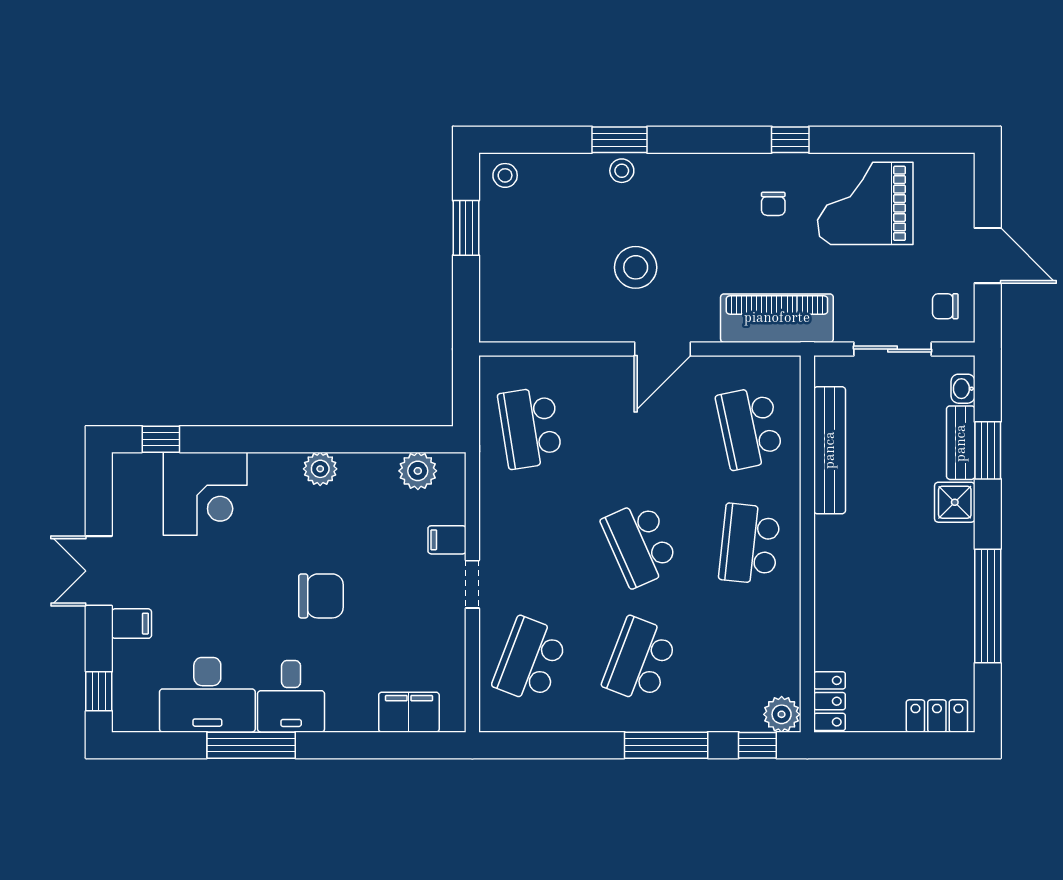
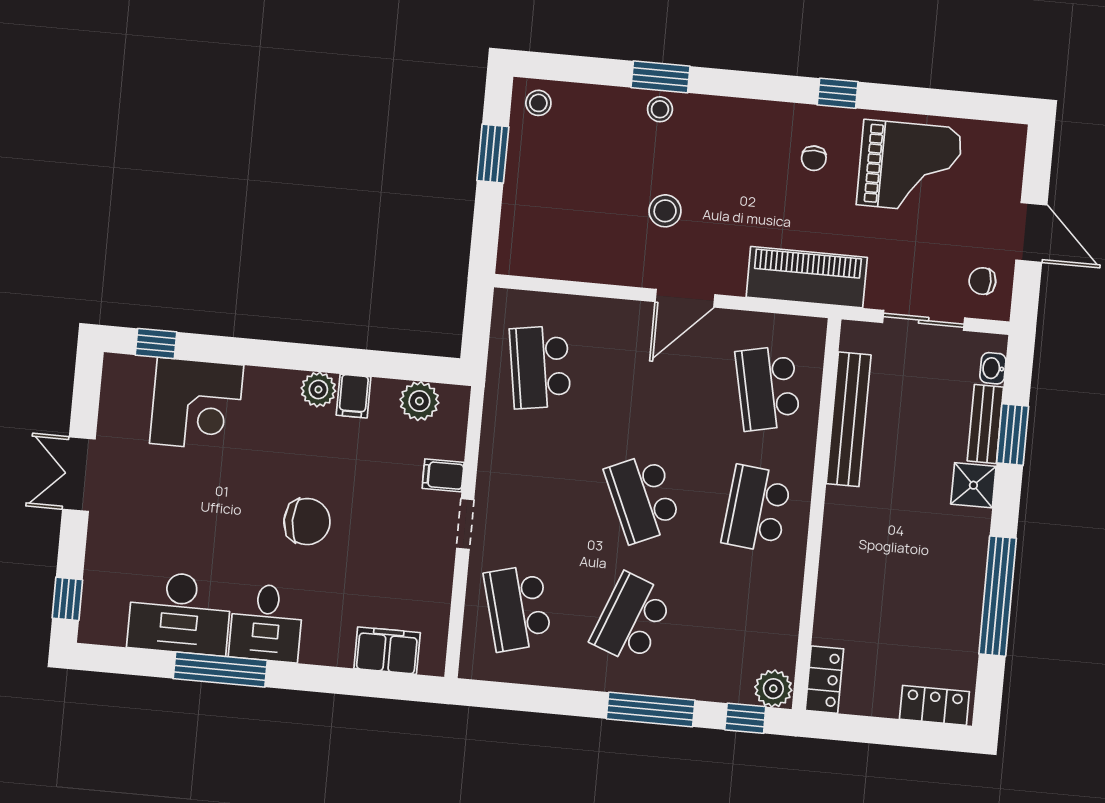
grand piano: (865, 203) -> (909, 167), turned 180
stool: (636, 267) -> (665, 211), width x0.73, depth x0.73
filing cabinet: (132, 624) -> (354, 396), moved, turned 90
school desk: (530, 660) -> (518, 608), turned -36

